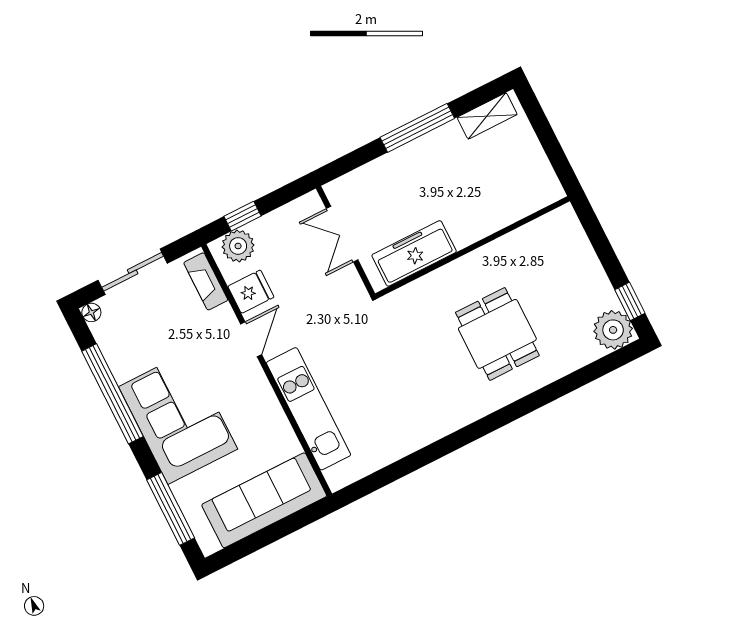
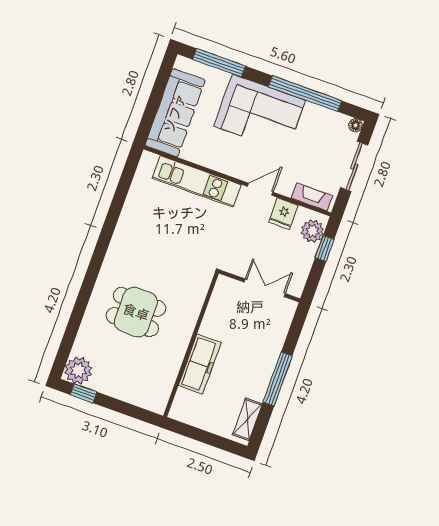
freezer: (414, 253) -> (200, 364), moved
door: (251, 339) -> (260, 189), swing flipped

